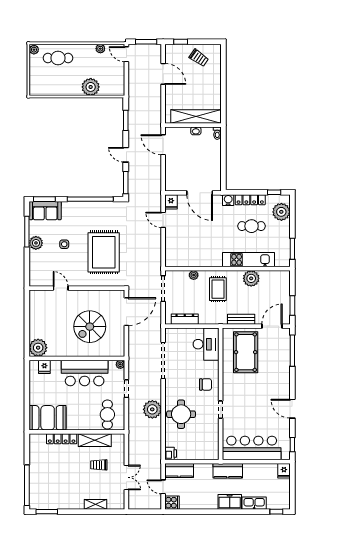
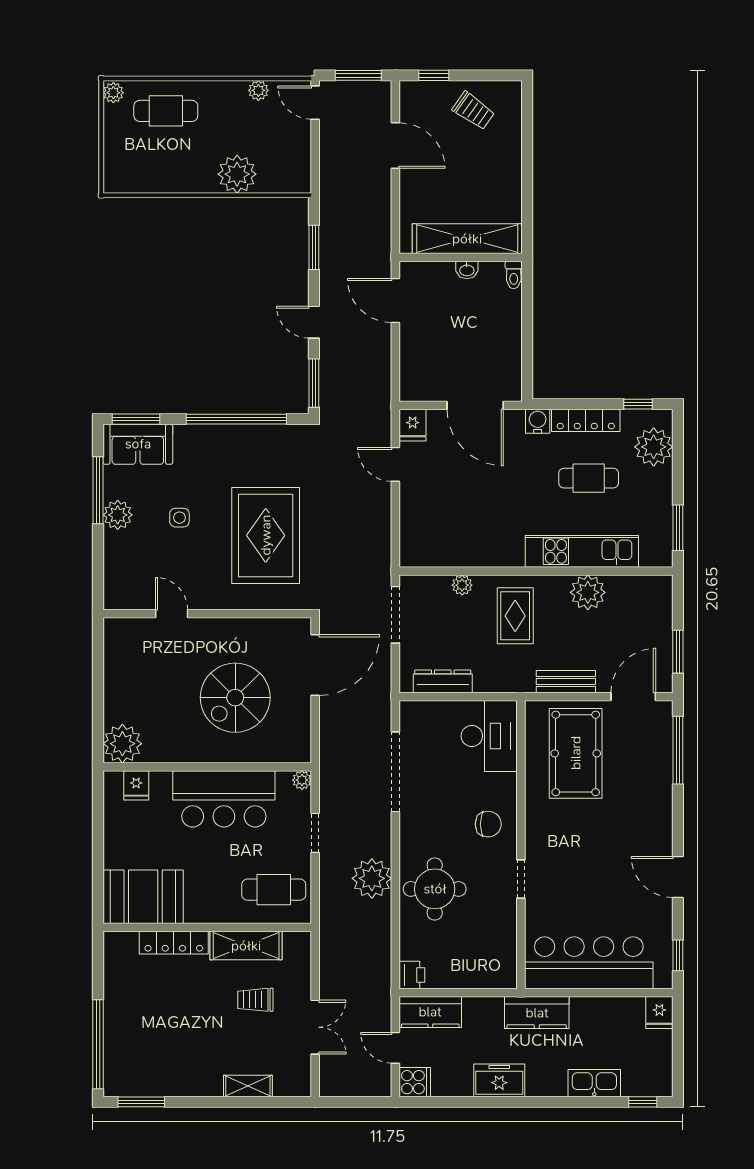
cafe table: (107, 414) -> (274, 890), turned 90
freezer: (230, 502) -> (499, 1080), moved

